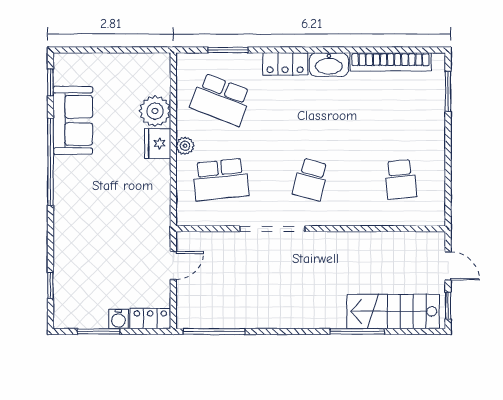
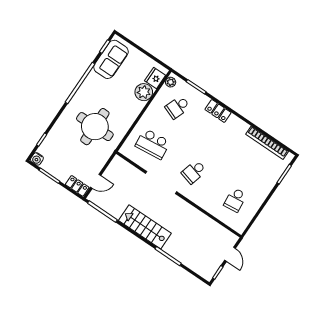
washbasin: (329, 65) -> (238, 125), removed
school desk: (221, 99) -> (178, 107), width x0.54
sofa: (73, 120) -> (111, 59), moved
fridge: (158, 143) -> (155, 78), moved
plant: (185, 146) -> (171, 82), moved
round table: (117, 212) -> (95, 127), added
door: (173, 266) -> (96, 181), moved
stairs: (393, 311) -> (145, 227), moved
water cooler: (118, 319) -> (37, 159), moved

